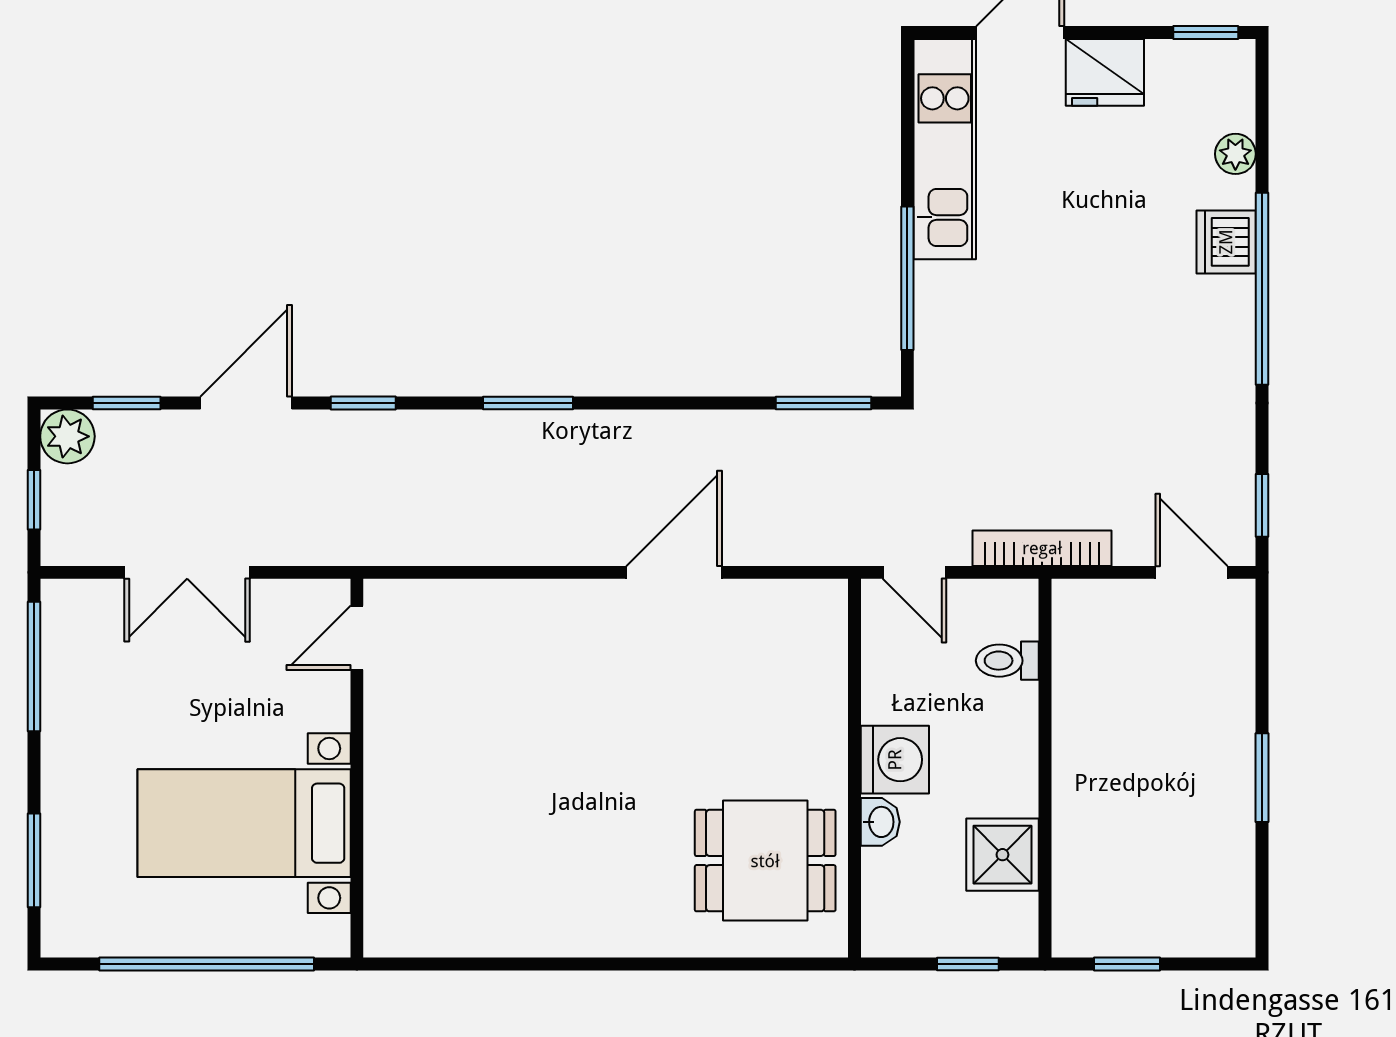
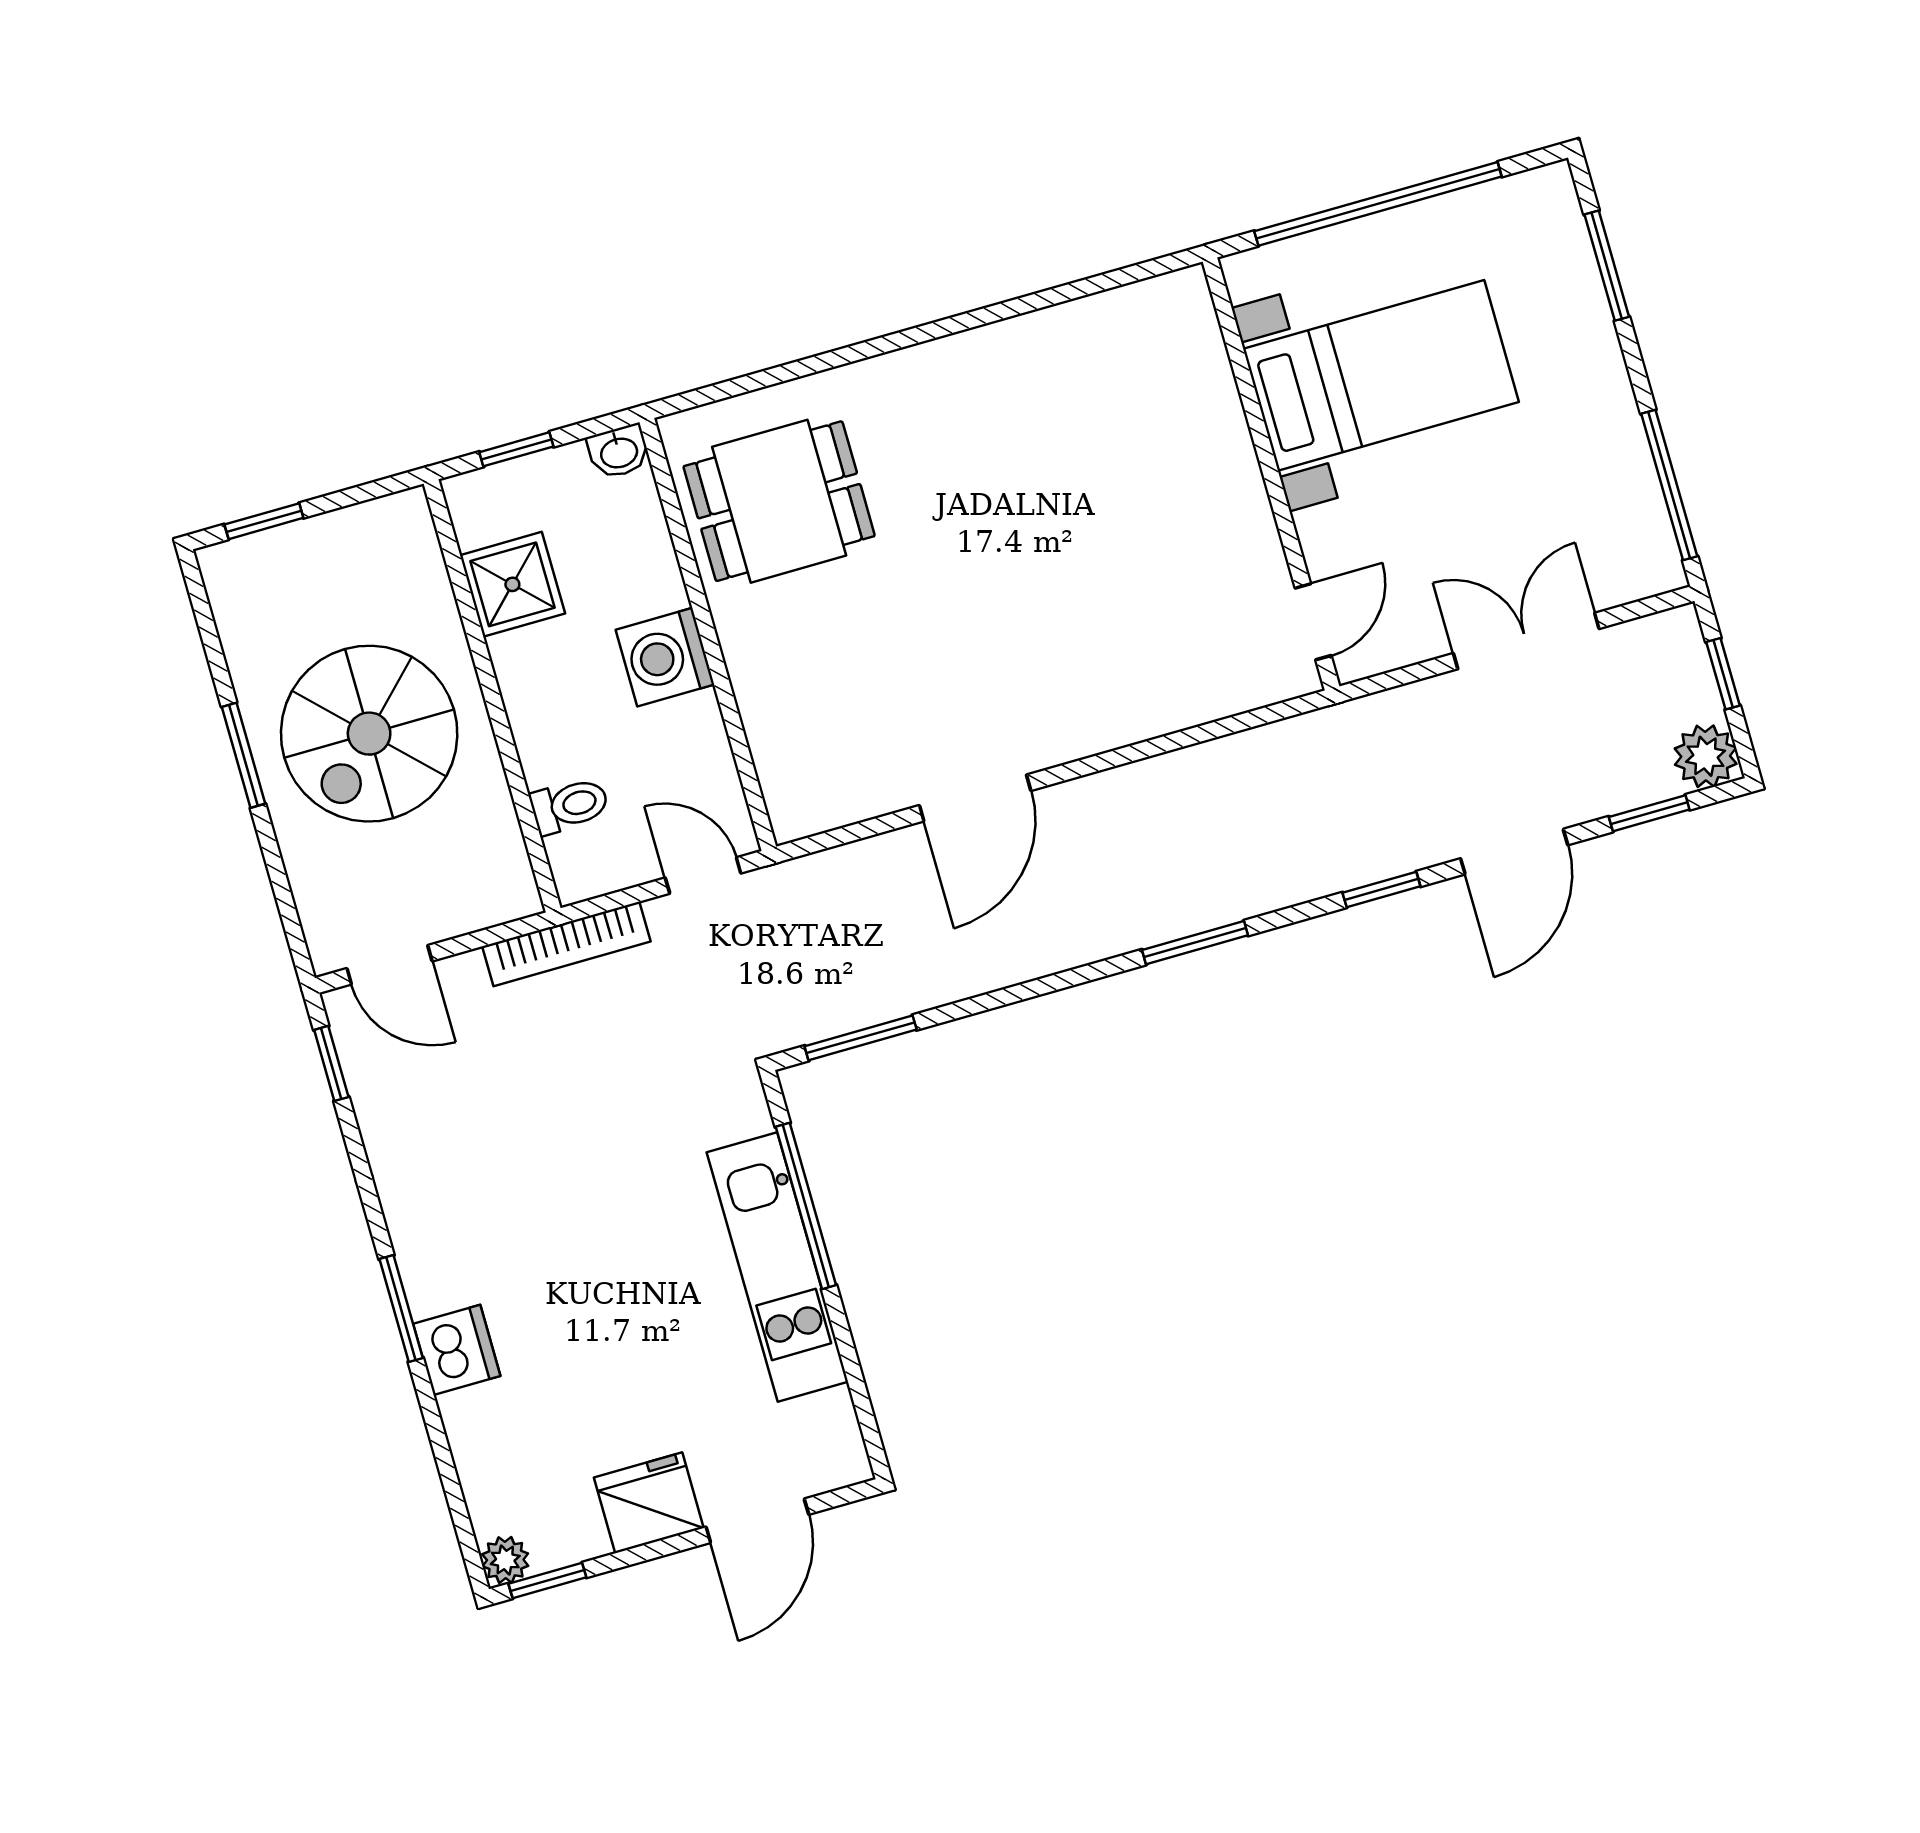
kitchen unit: (945, 149) -> (777, 1267), moved
plant: (1235, 154) -> (505, 1560), moved
window: (1262, 289) -> (401, 1308), width x0.47
spiral stairs: (1154, 766) -> (369, 734), added
washbasin: (880, 822) -> (619, 452), moved, turned -90
window: (1127, 964) -> (264, 521), moved

